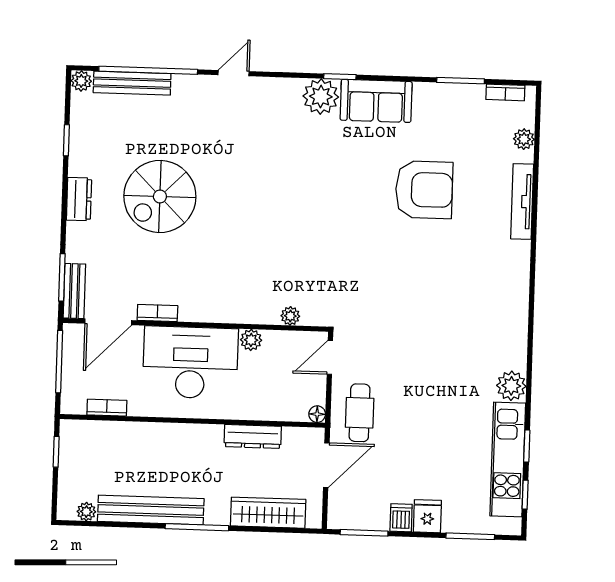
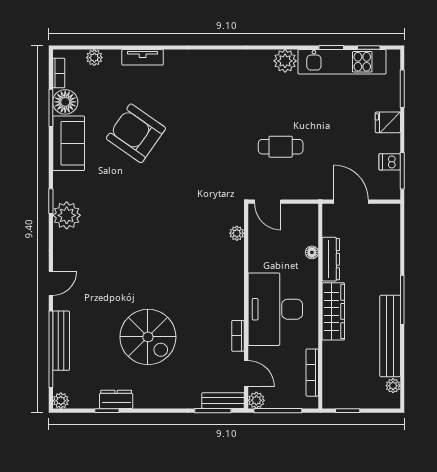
door: (234, 73) -> (51, 283), swing flipped
bench: (132, 83) -> (61, 341), moved
floor lamp: (468, 100) -> (65, 102), added
sofa: (376, 101) -> (69, 143), moved
armchair: (424, 190) -> (136, 133), turned -55
dresser: (79, 199) -> (116, 399), moved
tv unit: (522, 202) -> (143, 57), width x0.71
door: (108, 322) -> (246, 374), width x0.73
plant: (251, 340) -> (256, 400), moved
bookcase: (107, 408) -> (312, 373), width x1.56
cafe table: (360, 413) -> (281, 147), moved
floor lamp: (317, 414) -> (312, 252), moved
wardrobe: (268, 513) -> (333, 311), moved, turned 180
dishwasher: (401, 518) -> (390, 162), moved

